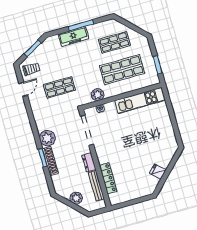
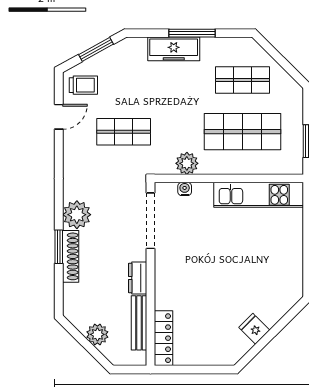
locker: (108, 178) -> (163, 338), moved

